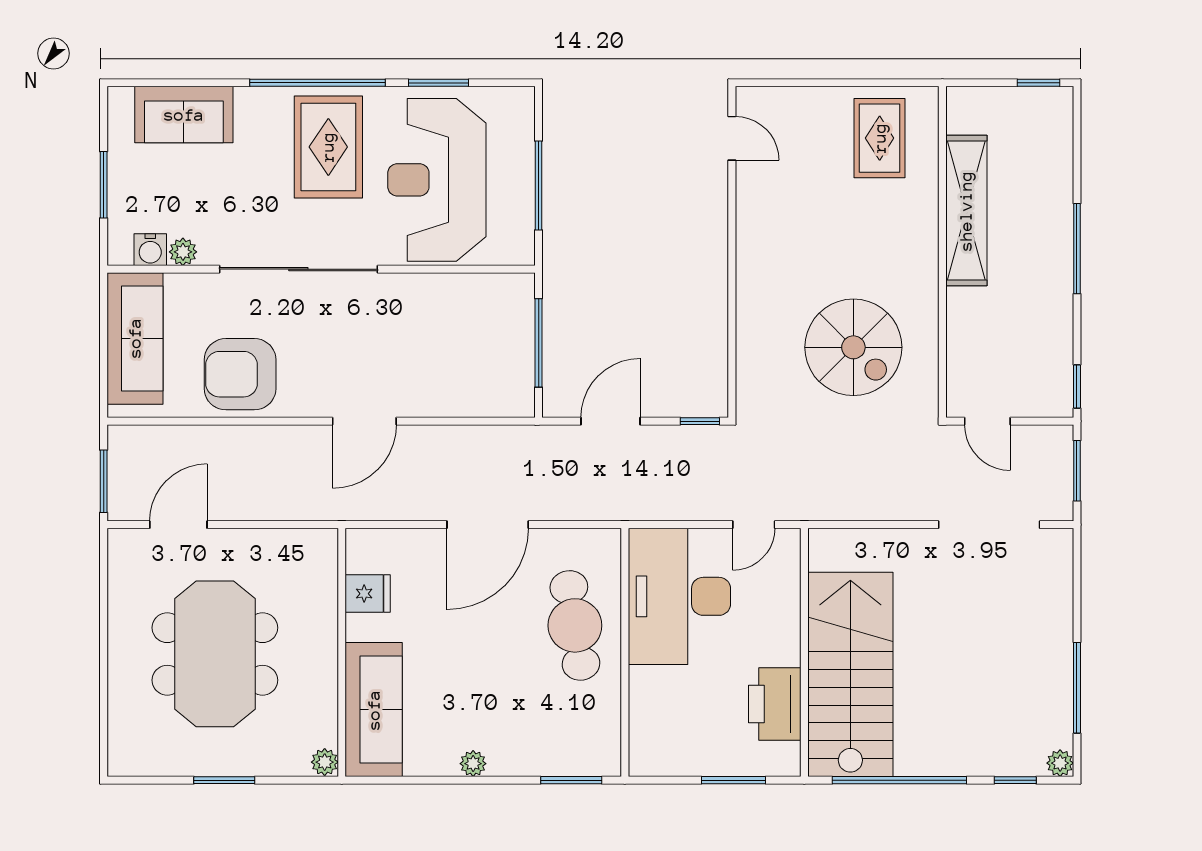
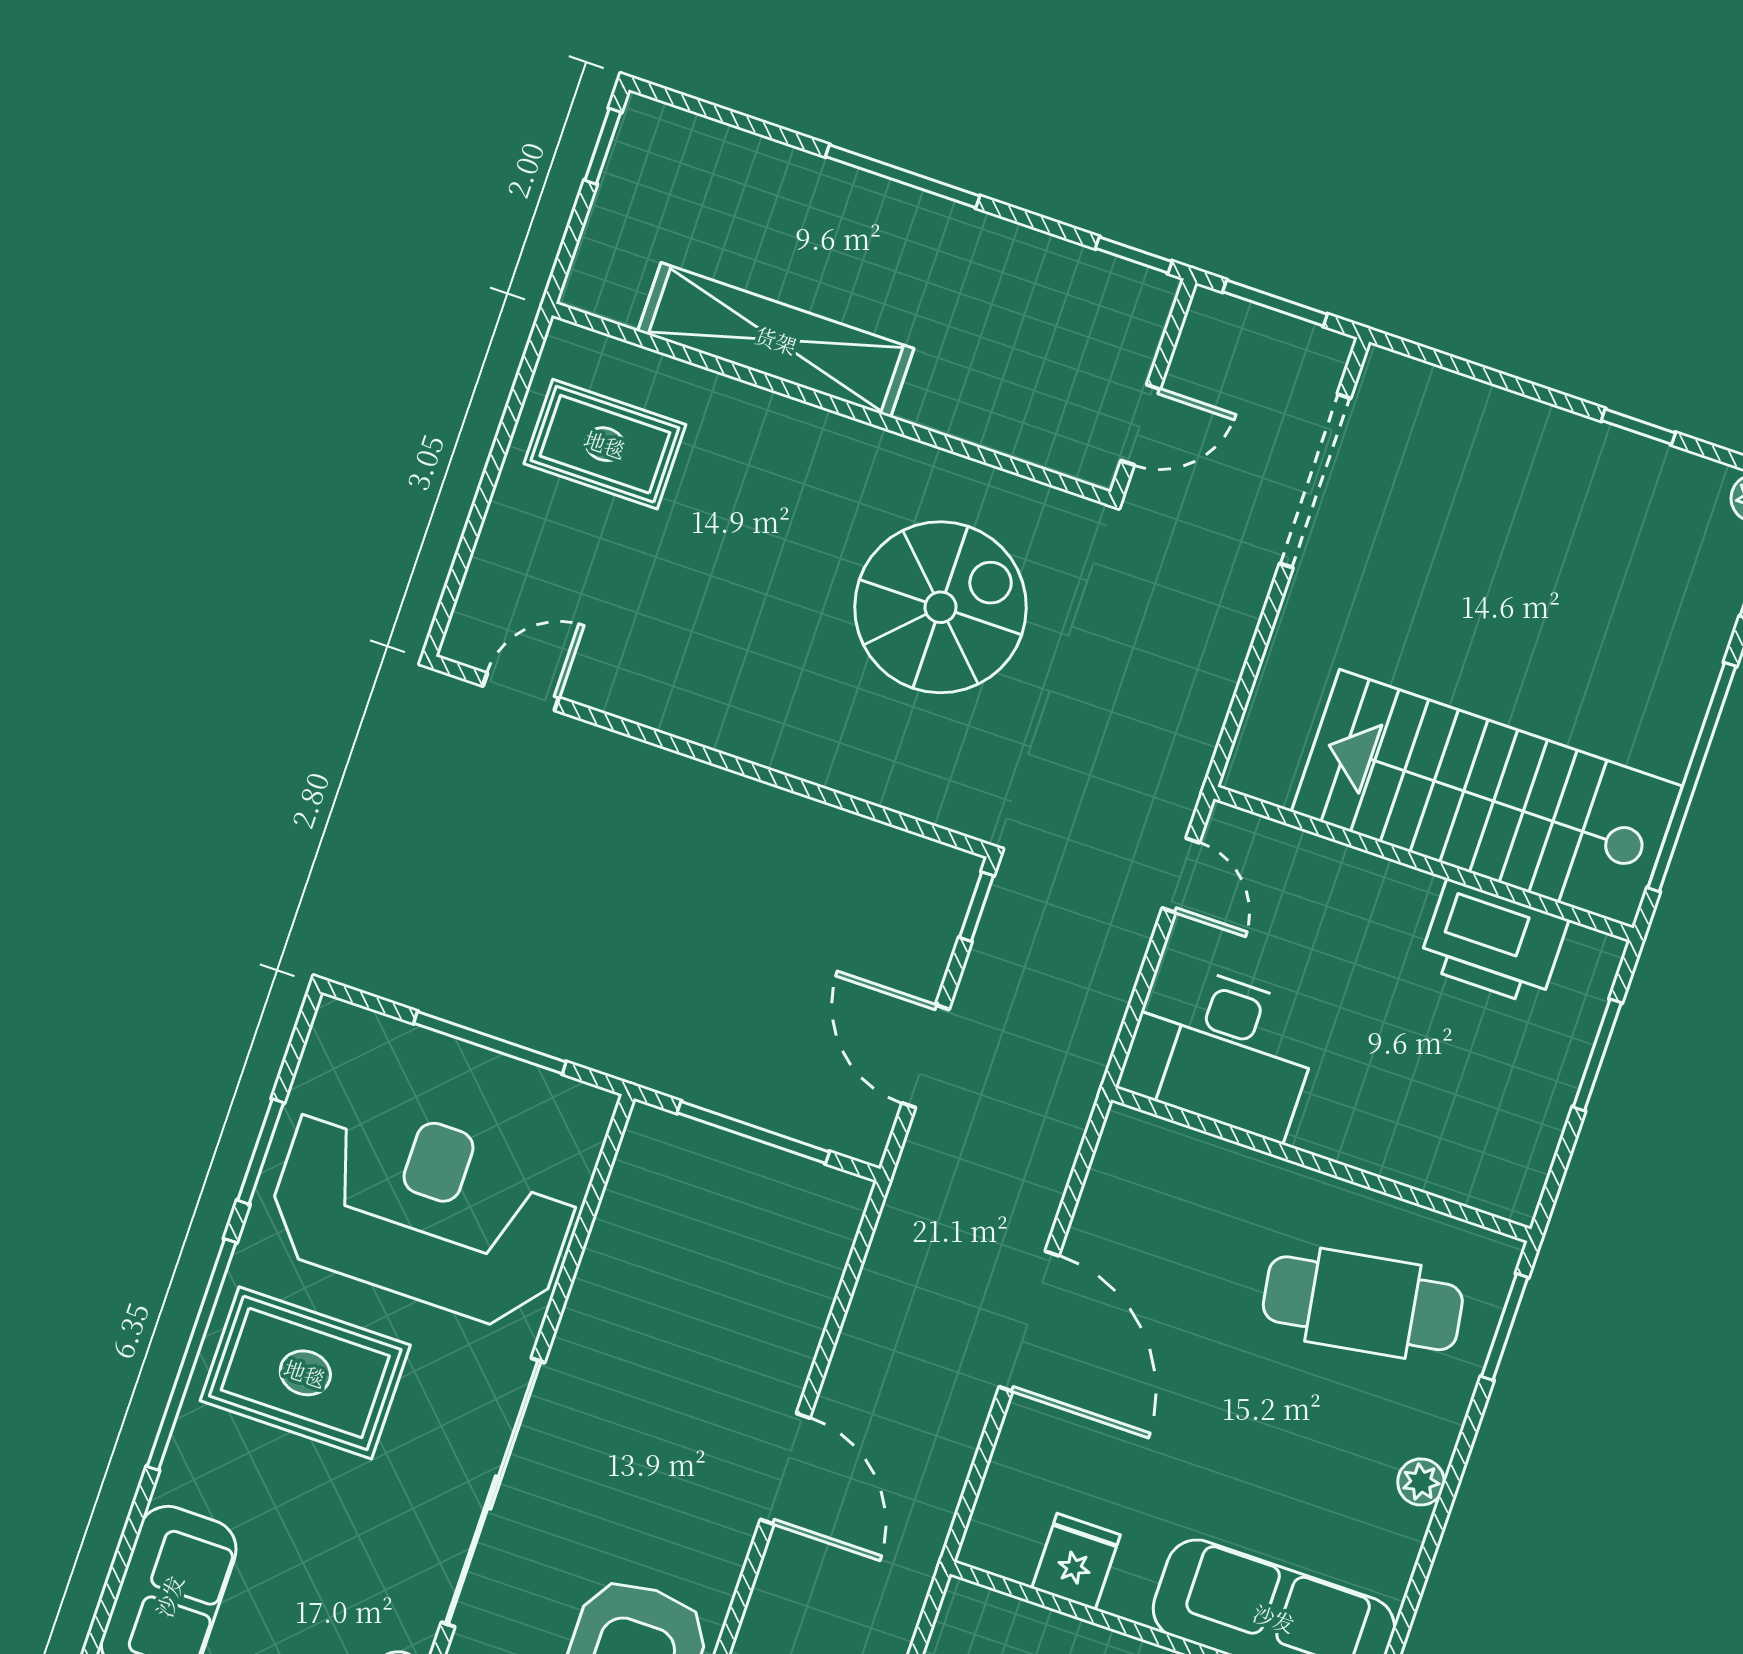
reception desk: (437, 180) -> (422, 1210), turned 180
desk: (679, 596) -> (1221, 1050), width x0.73, depth x0.77
cafe table: (575, 625) -> (1363, 1303), moved
window: (1077, 688) -> (1638, 427), width x0.46

